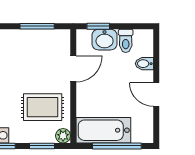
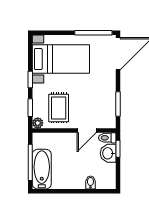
toilet: (126, 41) -> (107, 138), moved
door: (73, 69) -> (87, 130), hinge flipped
door: (156, 94) -> (68, 191), removed
bathtub: (103, 130) -> (42, 169), moved

